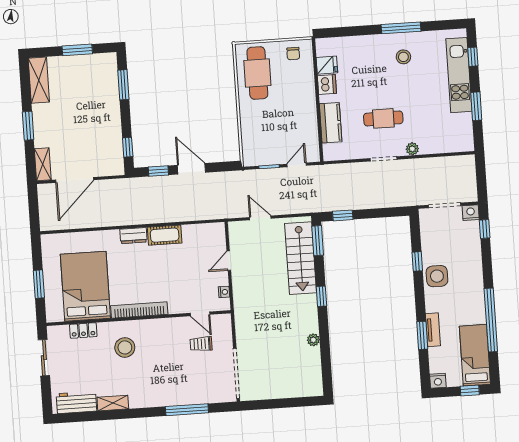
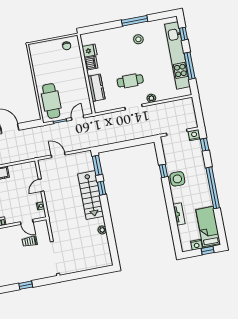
cafe table: (257, 73) -> (51, 101), moved
kitchen unit: (459, 75) -> (177, 55), width x1.36
window: (476, 106) -> (190, 66), width x1.44
window: (343, 215) -> (112, 147), removed
stairs: (301, 258) -> (91, 195), moved
window: (321, 296) -> (102, 188), moved
window: (491, 320) -> (213, 188), moved
window: (422, 335) -> (172, 219), removed
nightstand: (438, 381) -> (197, 245), moved
window: (187, 410) -> (26, 285), width x0.46

